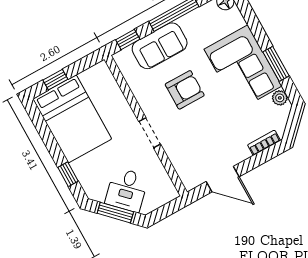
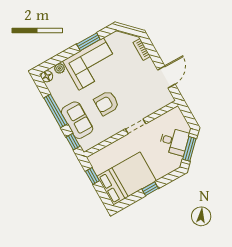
window: (55, 80) -> (92, 176), moved
armchair: (185, 90) -> (107, 103), turned -90
plant: (280, 98) -> (59, 68), moved
window: (68, 174) -> (150, 189), moved

